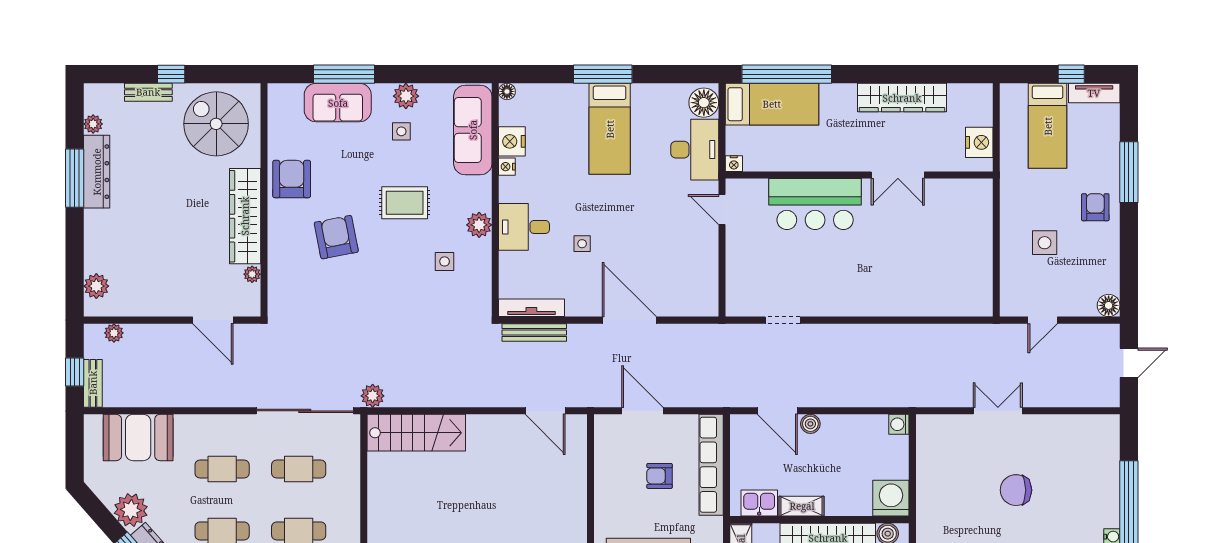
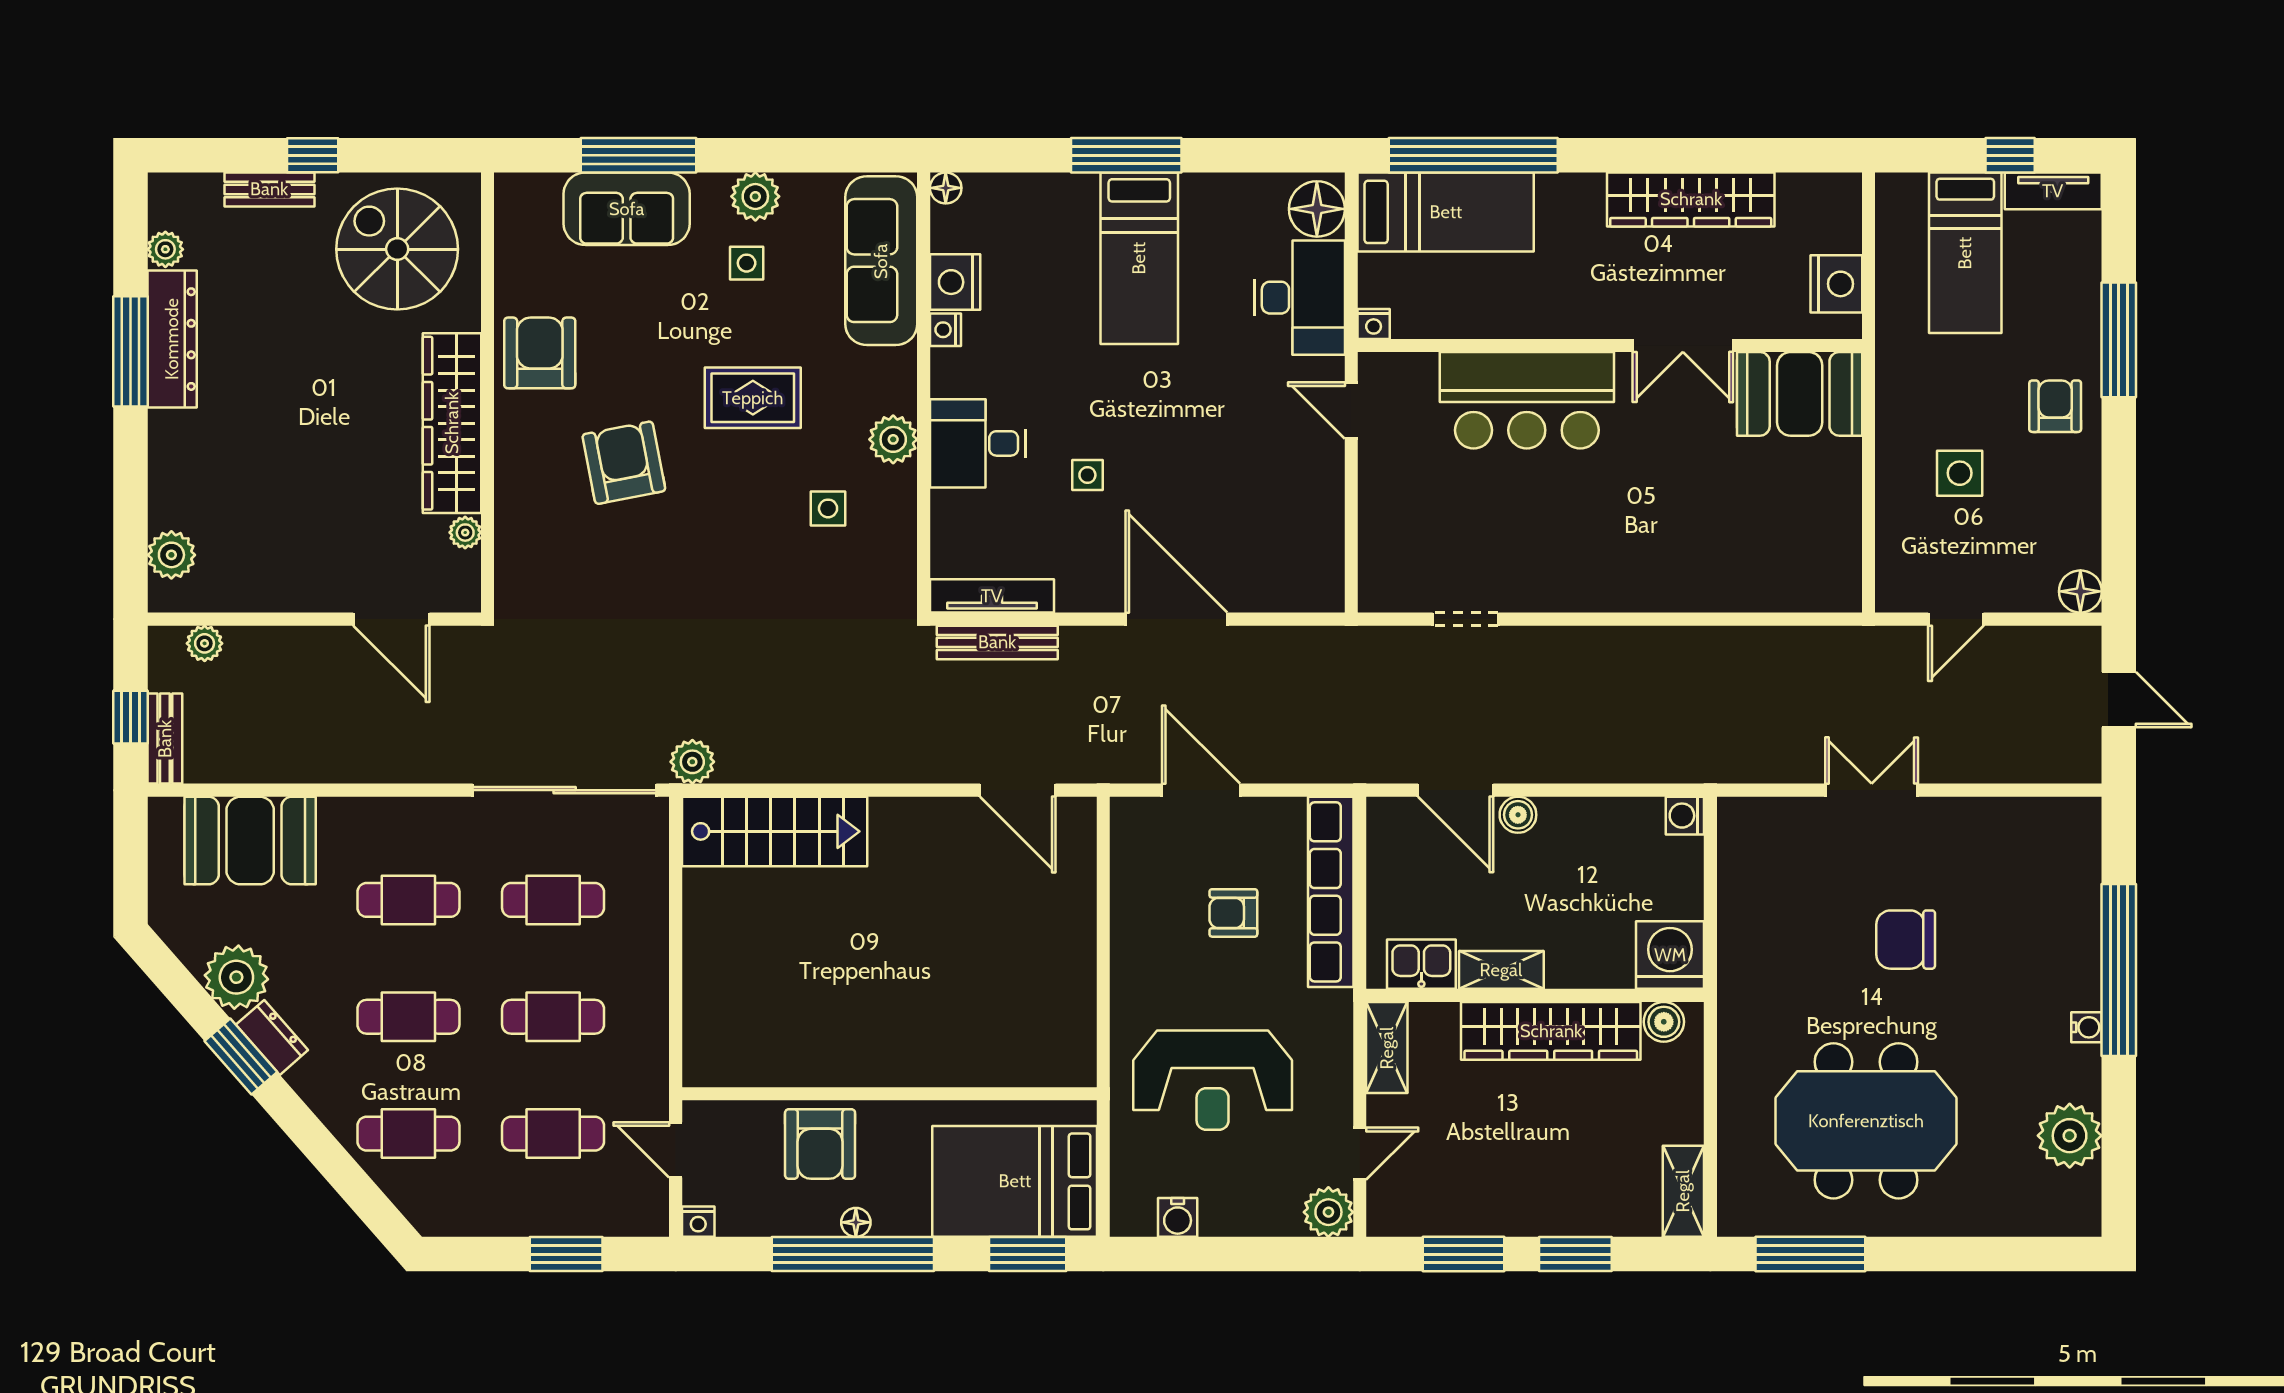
booth: (960, 201) -> (1800, 394), added
door: (1129, 363) -> (2119, 700), hinge flipped

